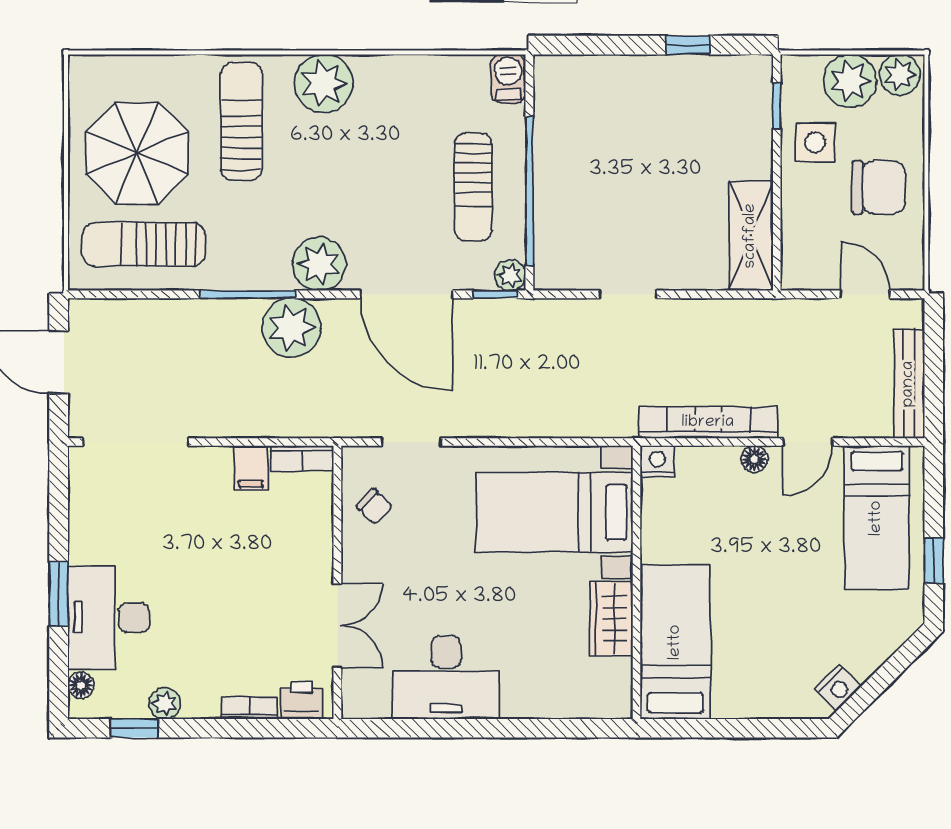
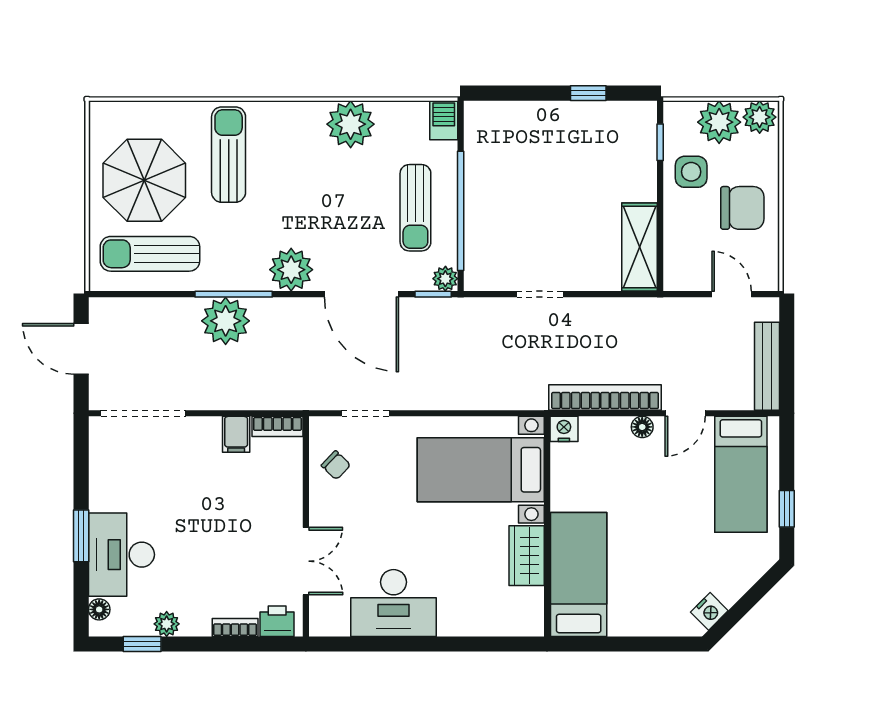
plant: (324, 84) -> (351, 124), moved
plant: (291, 328) -> (226, 321), moved

